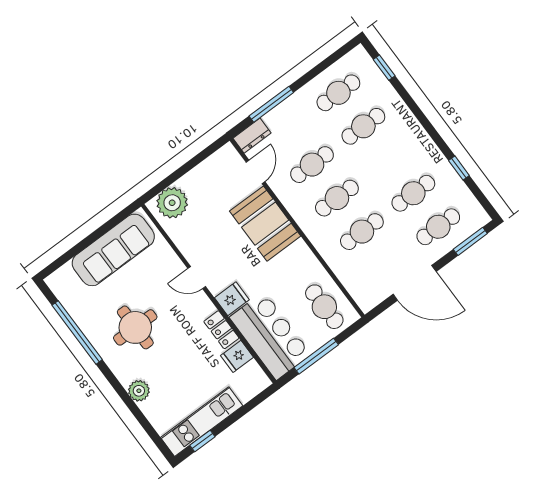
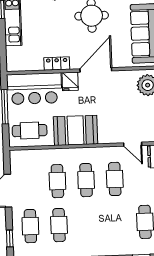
cafe table: (363, 126) -> (116, 223), removed
booth: (265, 224) -> (76, 130), moved
window: (470, 241) -> (10, 238), width x0.67
door: (197, 278) -> (96, 70), width x1.87
fridge: (237, 356) -> (36, 62), removed

